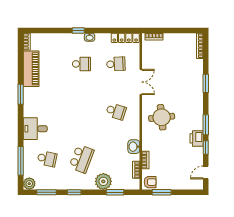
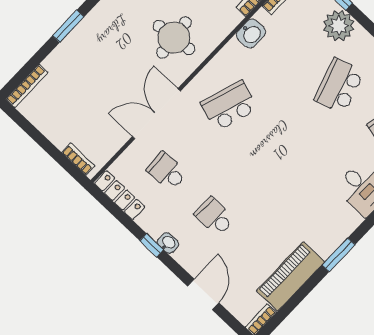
door: (58, 30) -> (203, 294), added
window: (78, 30) -> (151, 245), moved
double door: (141, 82) -> (156, 114), width x1.37
school desk: (116, 111) -> (229, 106), width x1.85
school desk: (81, 159) -> (339, 86), turned -39

